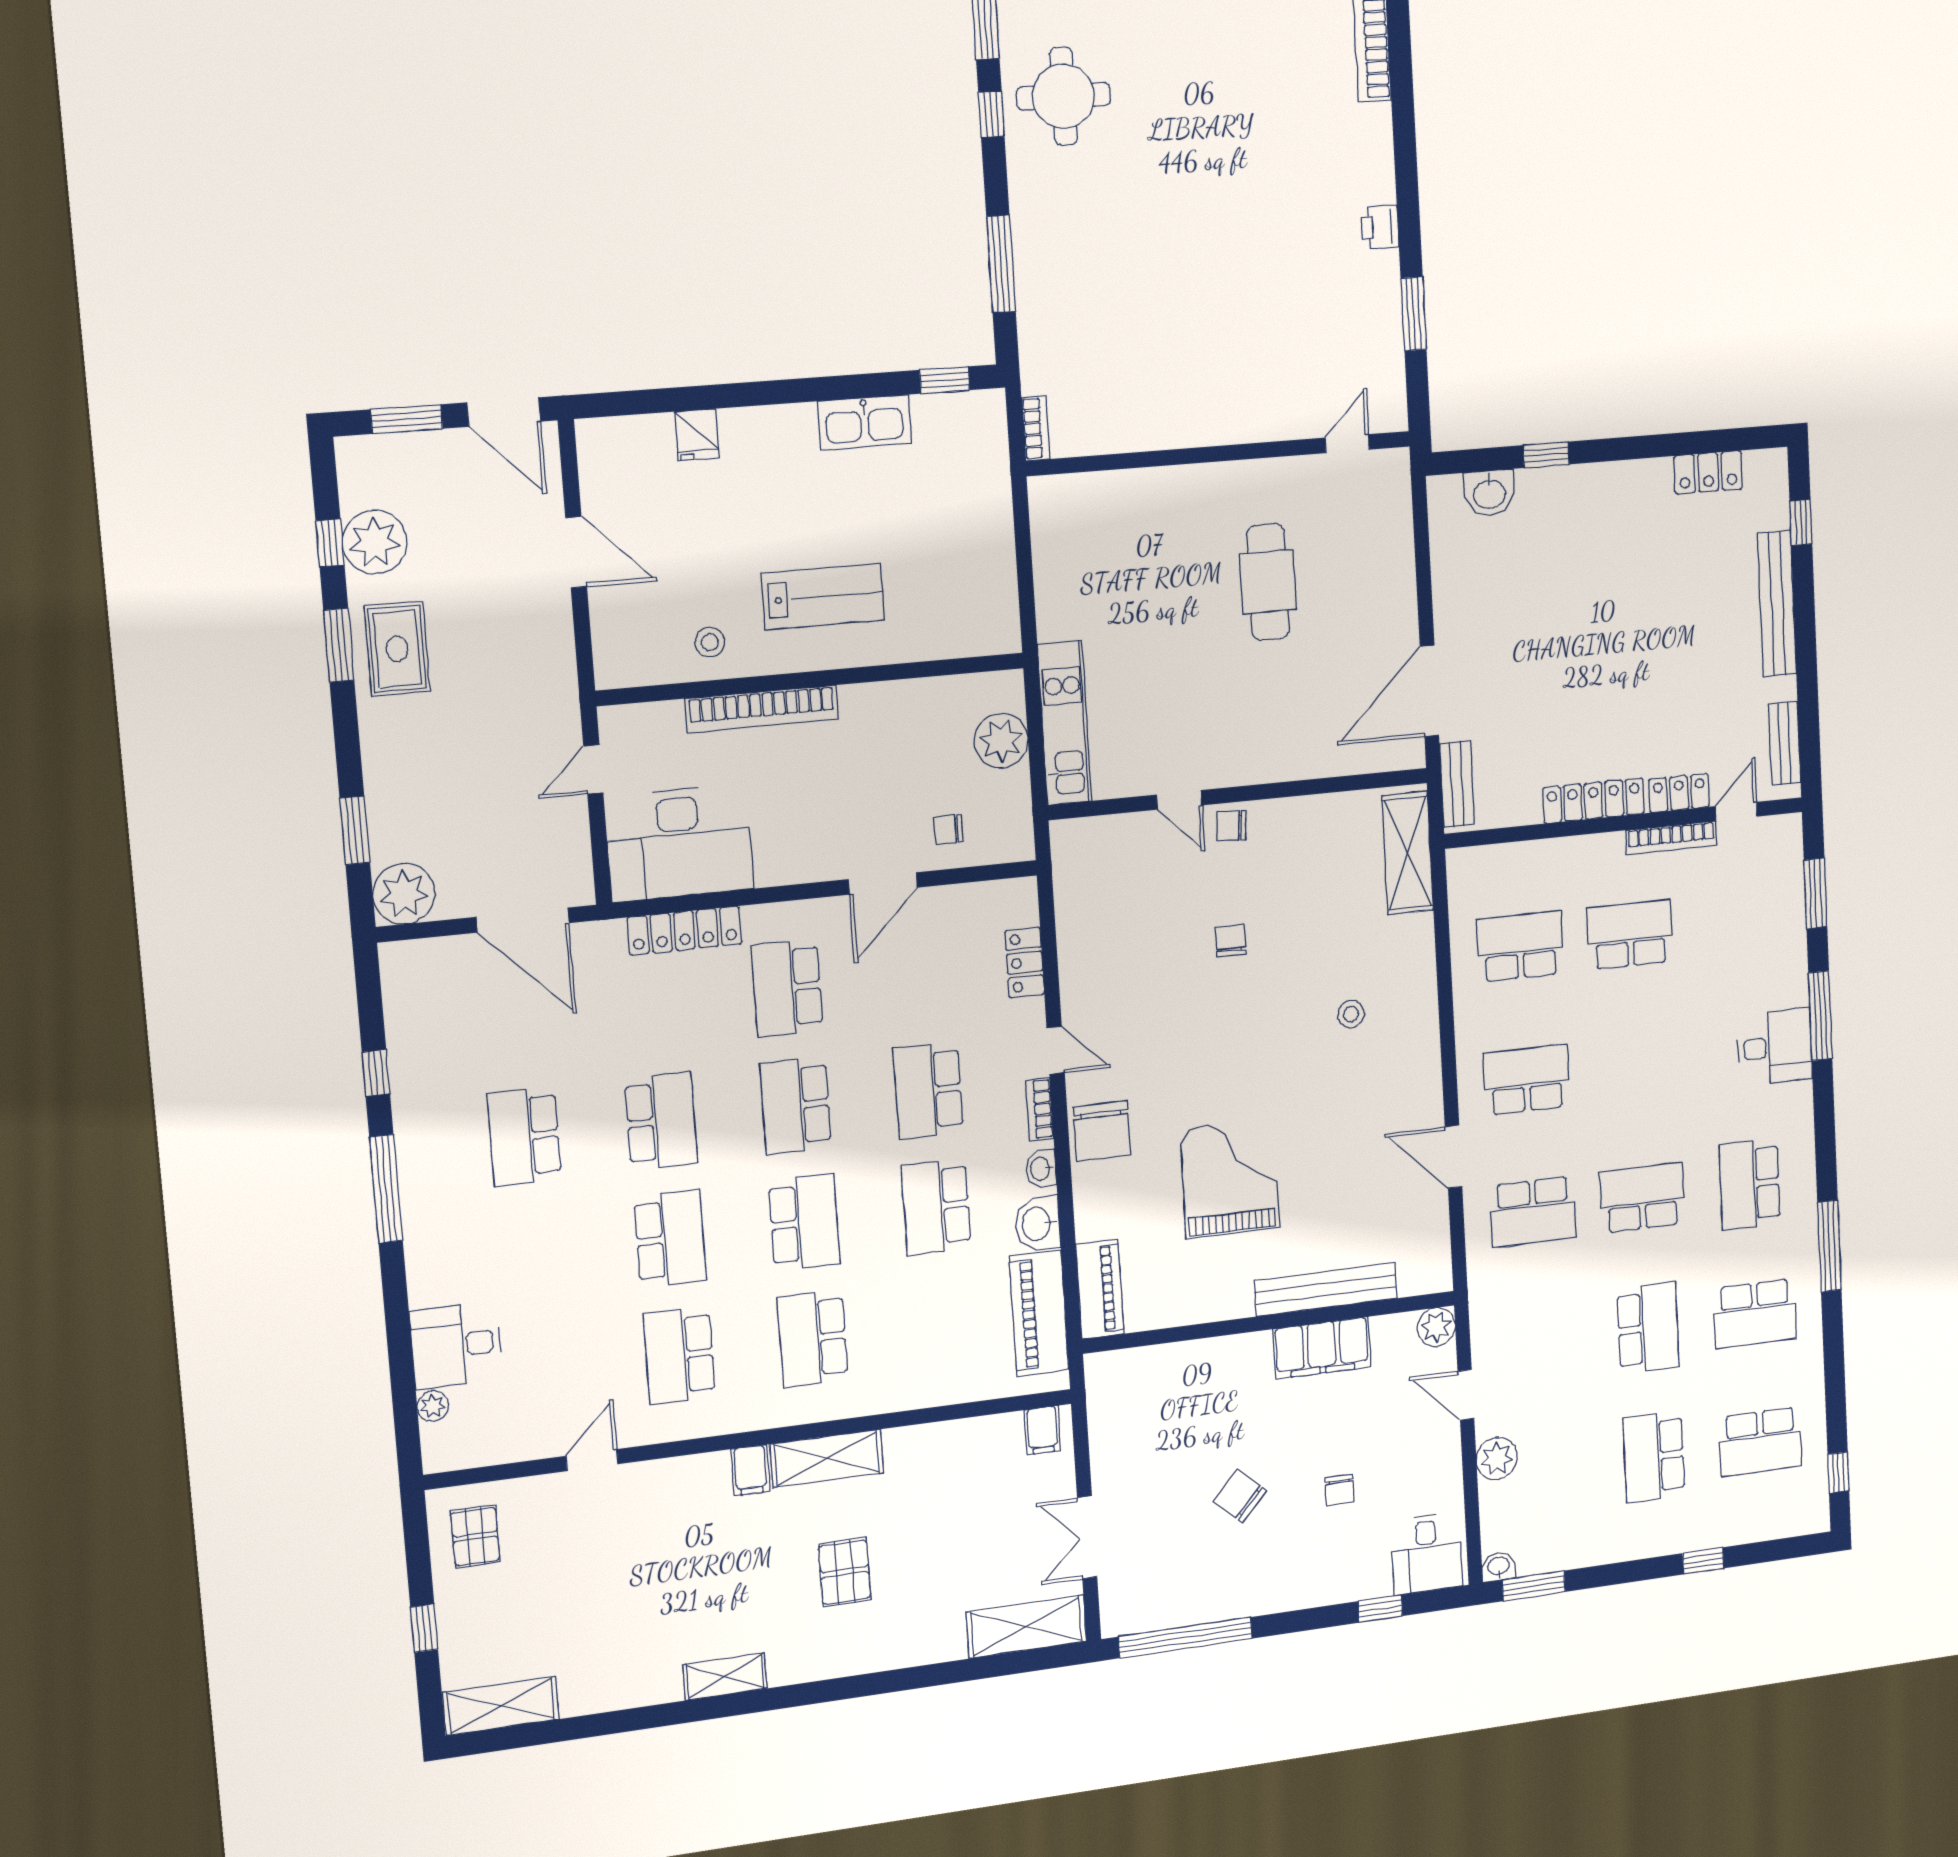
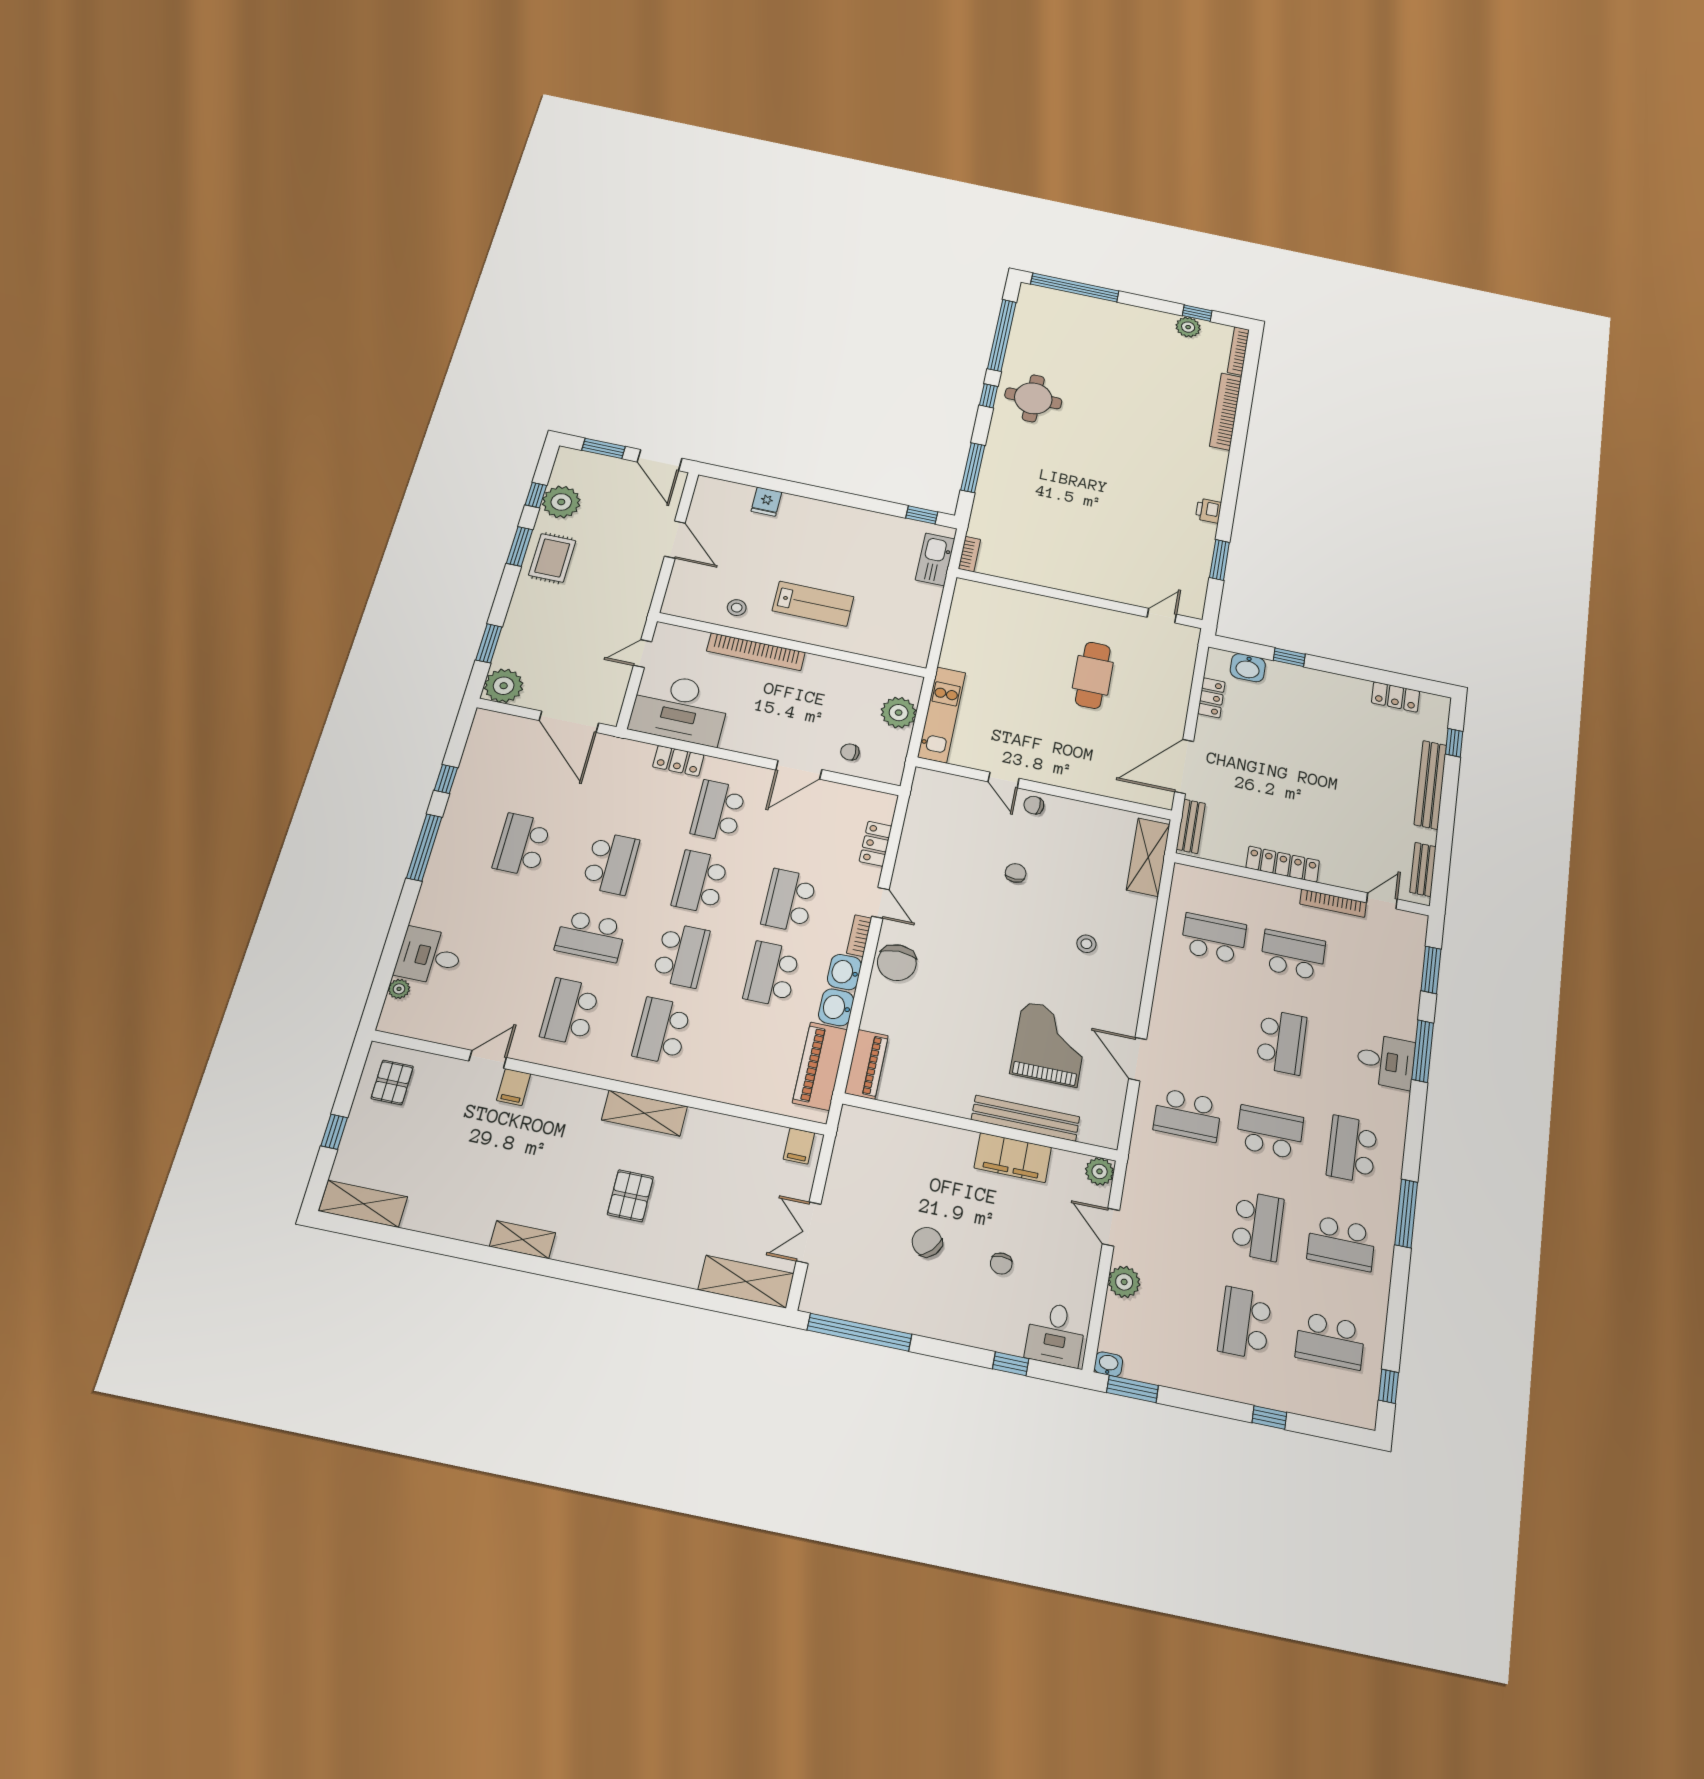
kitchen sink: (864, 422) -> (935, 559), moved, turned 90
locker: (1679, 793) -> (1211, 698), moved, turned 90
locker: (684, 931) -> (678, 761), width x0.66
school desk: (1527, 1080) -> (1282, 1042), moved, turned 90
washbasin: (1041, 1169) -> (844, 972), width x1.38, depth x1.45
grand piano: (1230, 1178) -> (1050, 1044), moved
school desk: (670, 1239) -> (591, 936), turned 90
filing cabinet: (750, 1470) -> (514, 1087), moved

